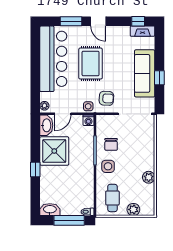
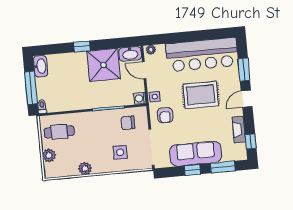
fireplace: (143, 31) -> (239, 129), moved
window: (159, 49) -> (223, 167), added
chair: (111, 144) -> (128, 123), moved
side table: (108, 166) -> (120, 152), moved

